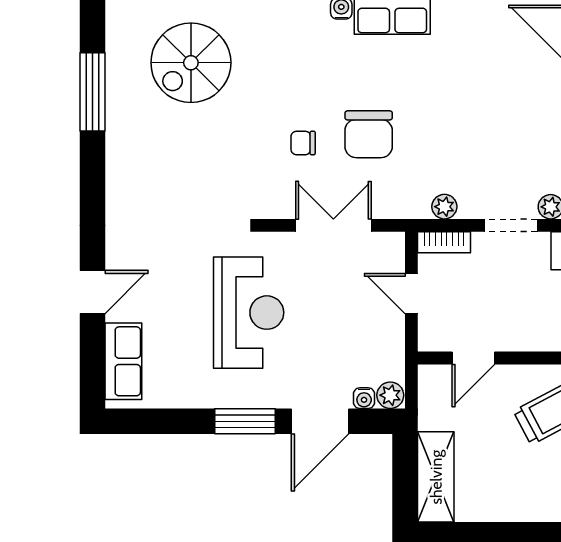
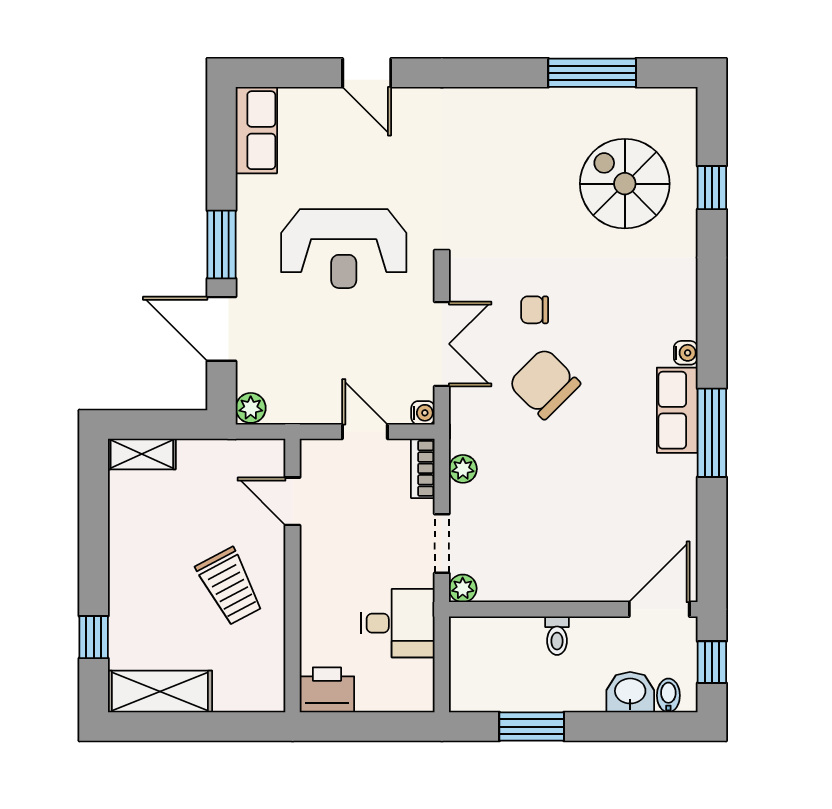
chair: (369, 134) -> (544, 384), turned 45
chair: (303, 143) -> (535, 310), turned -90
door: (411, 294) -> (365, 432), hinge flipped
row of seats: (123, 361) -> (256, 130), moved, turned -90
water cooler: (364, 398) -> (423, 413), moved, turned 180
shelving: (436, 477) -> (142, 454), width x0.67, depth x0.75

